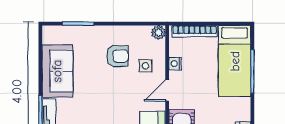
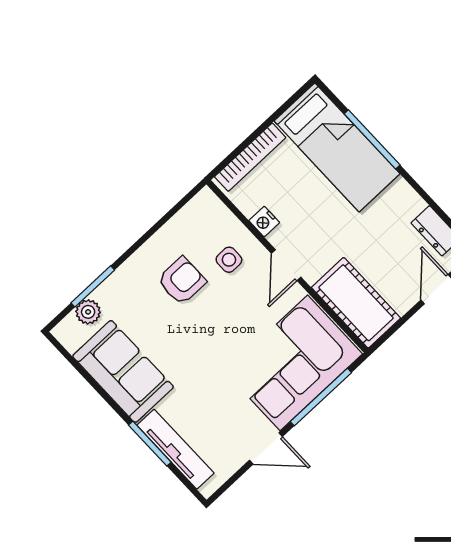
plant: (158, 32) -> (88, 312), moved

